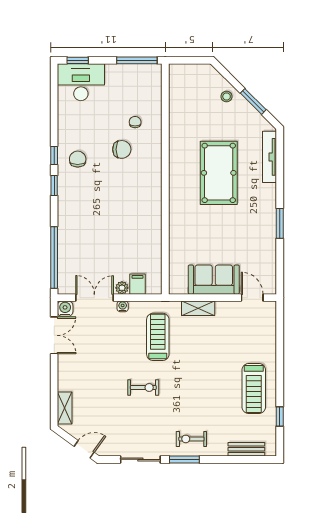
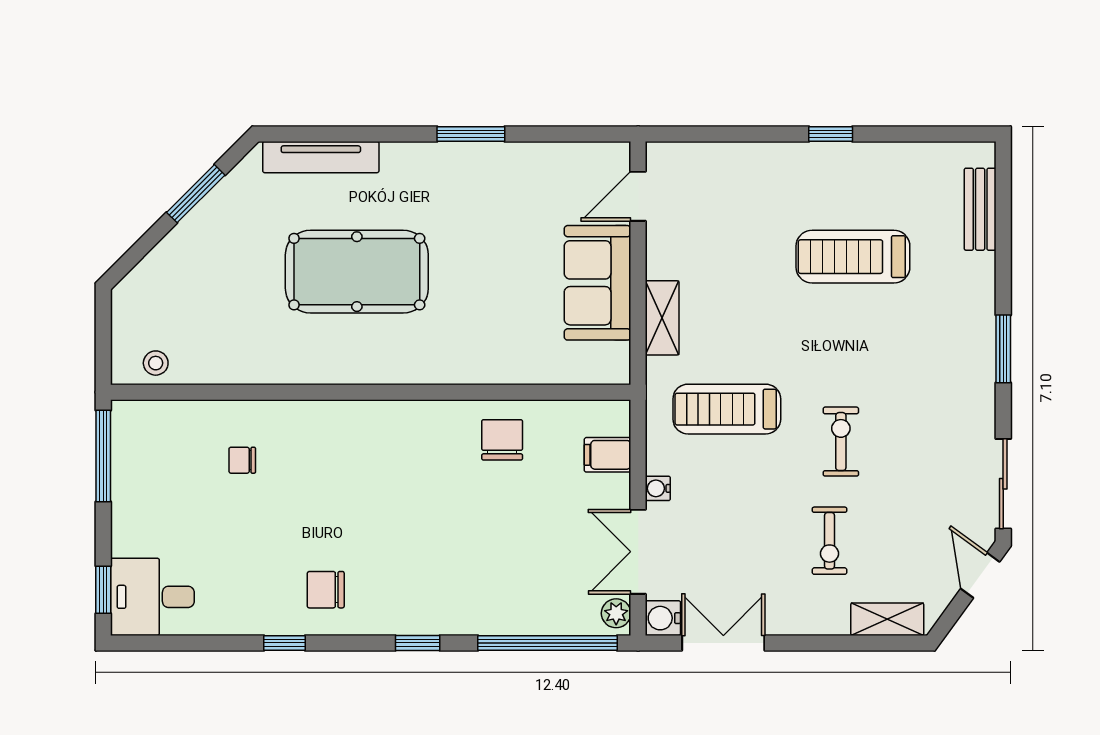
desk: (81, 82) -> (152, 597), width x0.73
stool: (227, 97) -> (156, 363), moved
chair: (122, 149) -> (502, 440), moved
window: (54, 156) -> (285, 643), moved
window: (54, 185) -> (418, 643), moved
plant: (122, 288) -> (616, 613), moved
treadmill: (254, 388) -> (853, 257), moved, turned 180
window: (280, 416) -> (831, 134), moved
exercise bike: (191, 439) -> (829, 541), moved
sliding door: (140, 459) -> (1003, 484), moved

